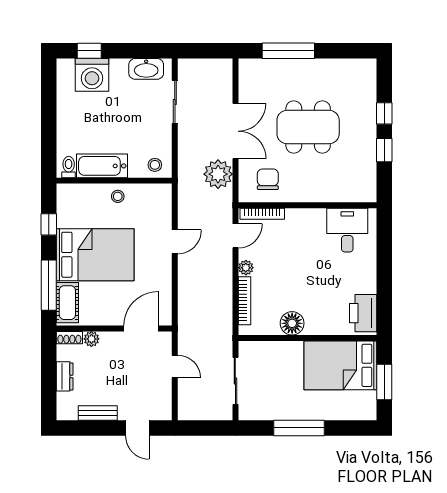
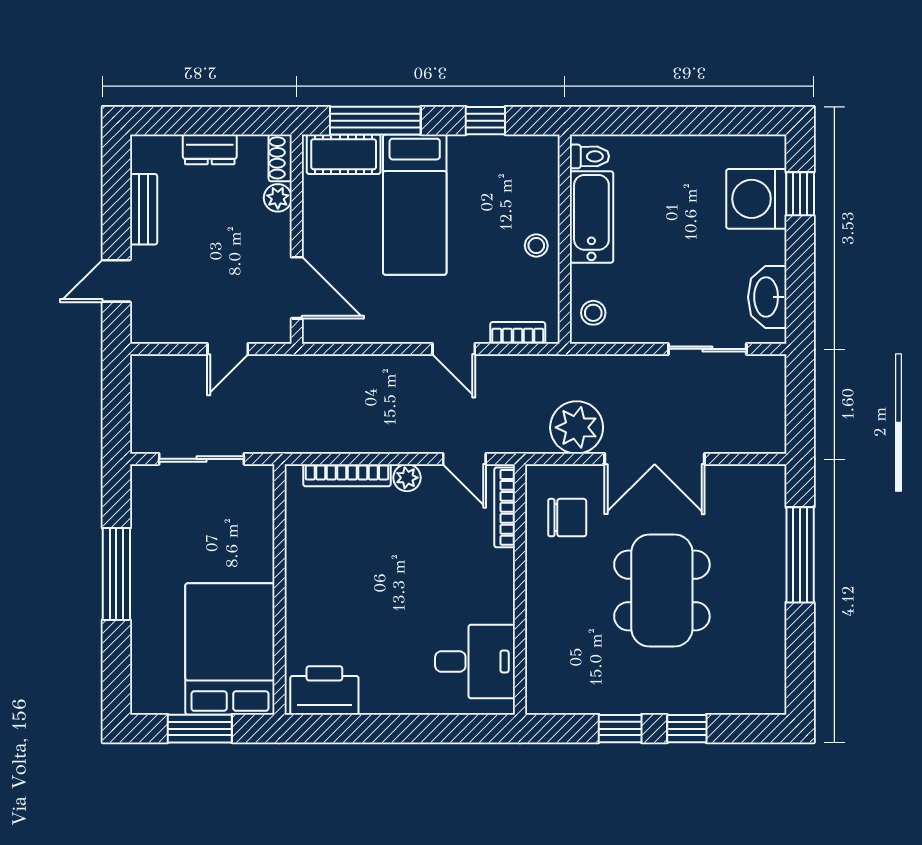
bookcase: (166, 207) -> (518, 333), added
bed: (95, 255) -> (415, 205), width x0.67
floor lamp: (292, 323) -> (306, 561), removed

